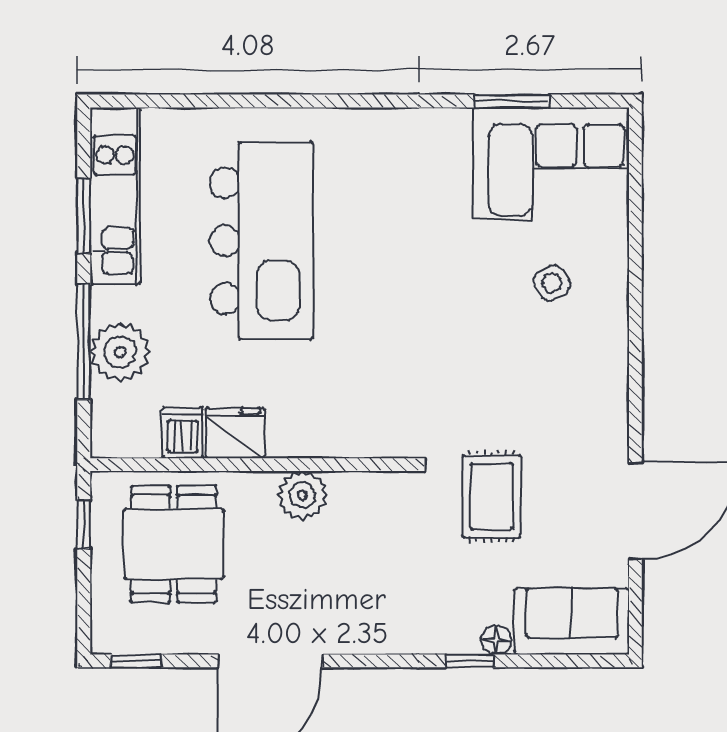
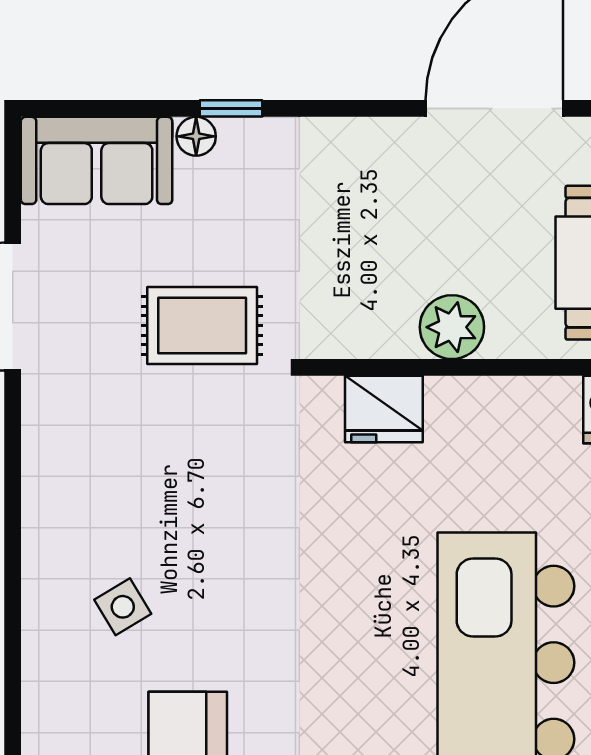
fridge: (235, 433) -> (384, 409), moved
rug: (492, 496) -> (202, 326), turned 90

